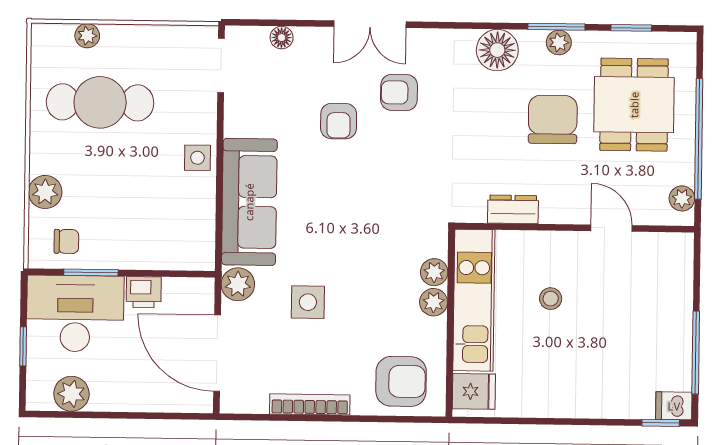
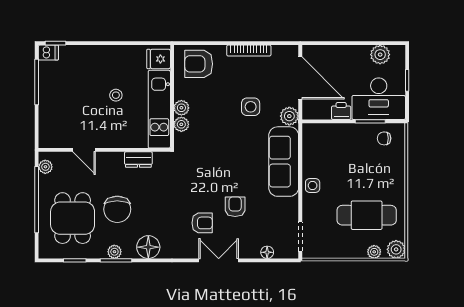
plant: (45, 192) -> (396, 249), moved
stool: (551, 299) -> (116, 95), moved

